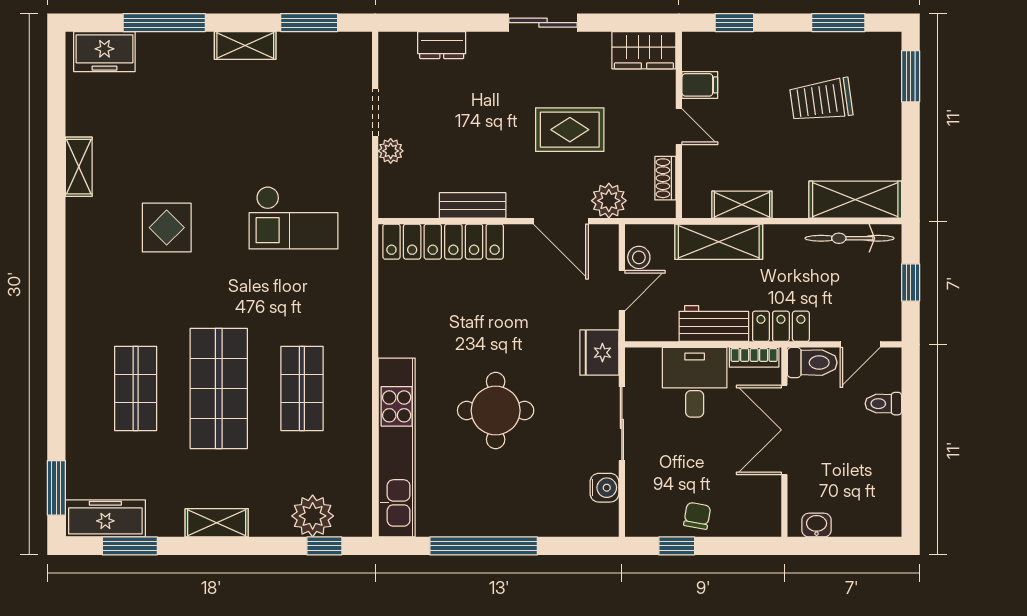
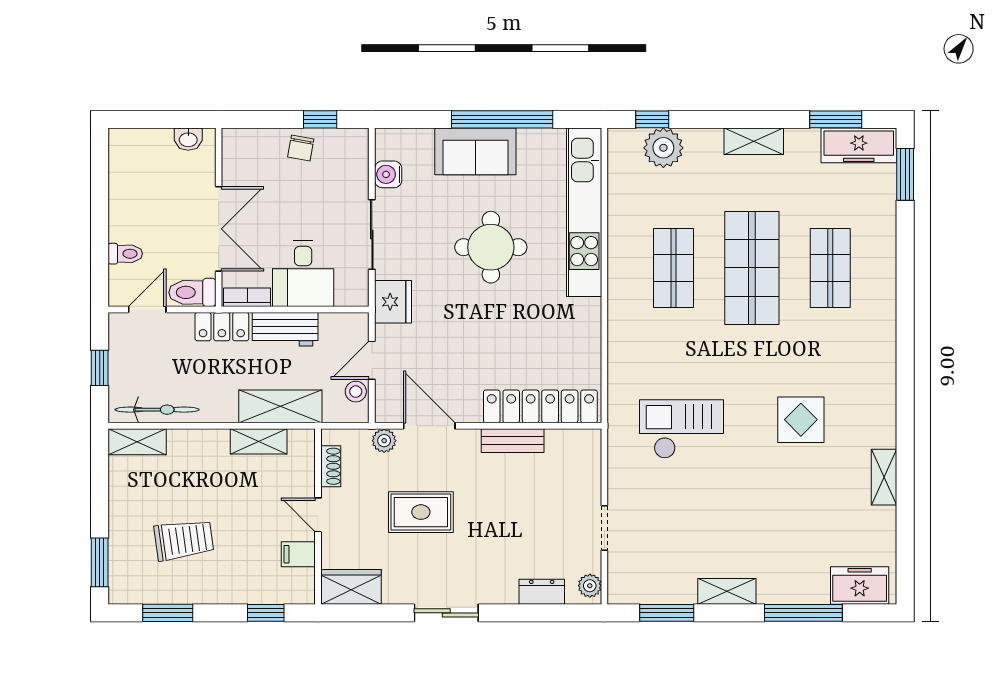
plant: (391, 151) -> (590, 586), moved
shelving: (855, 200) -> (137, 442), width x0.67, depth x0.75
plant: (609, 201) -> (384, 441), width x0.73, depth x0.73
sofa: (512, 512) -> (475, 151), added

